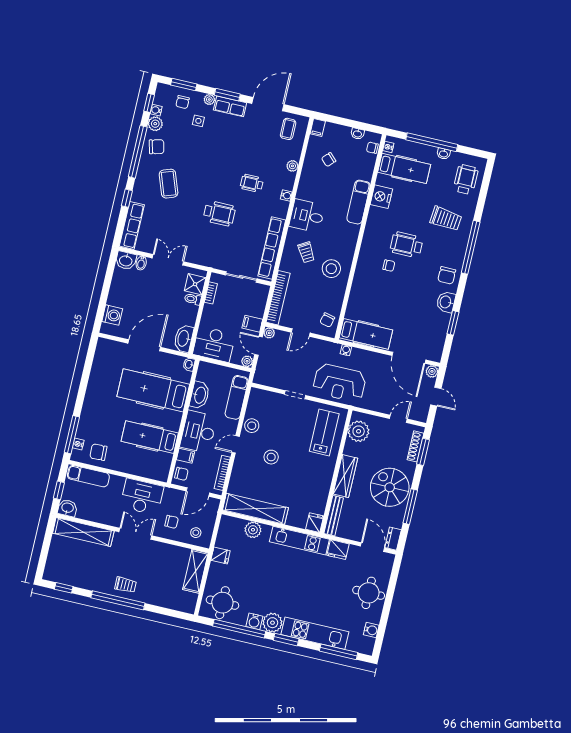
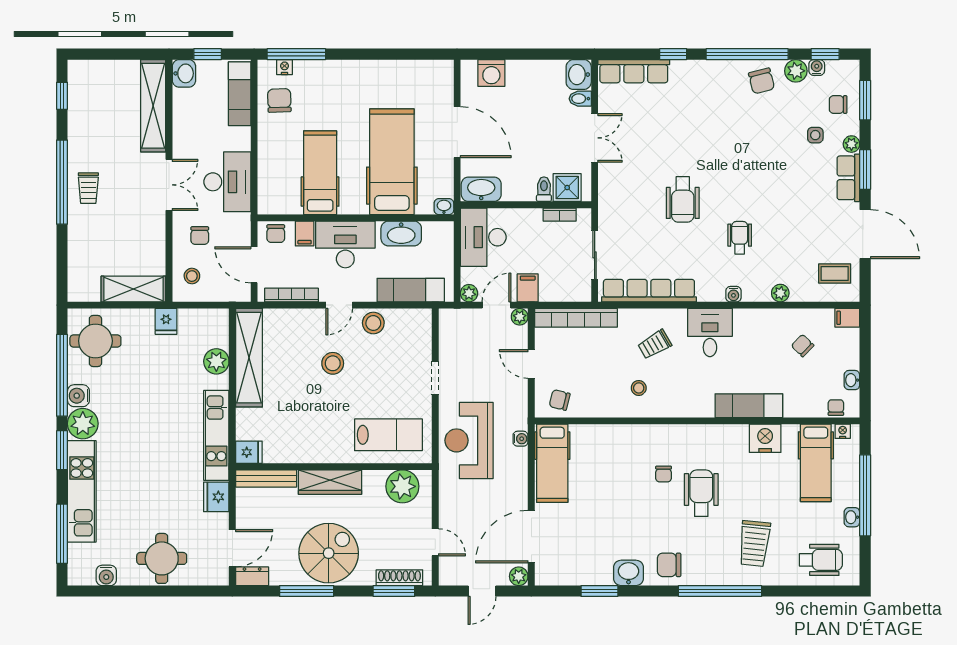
coffee table: (169, 184) -> (710, 112), removed
stool: (331, 269) -> (639, 388), width x0.53, depth x0.53
door: (236, 444) -> (339, 305), swing flipped

